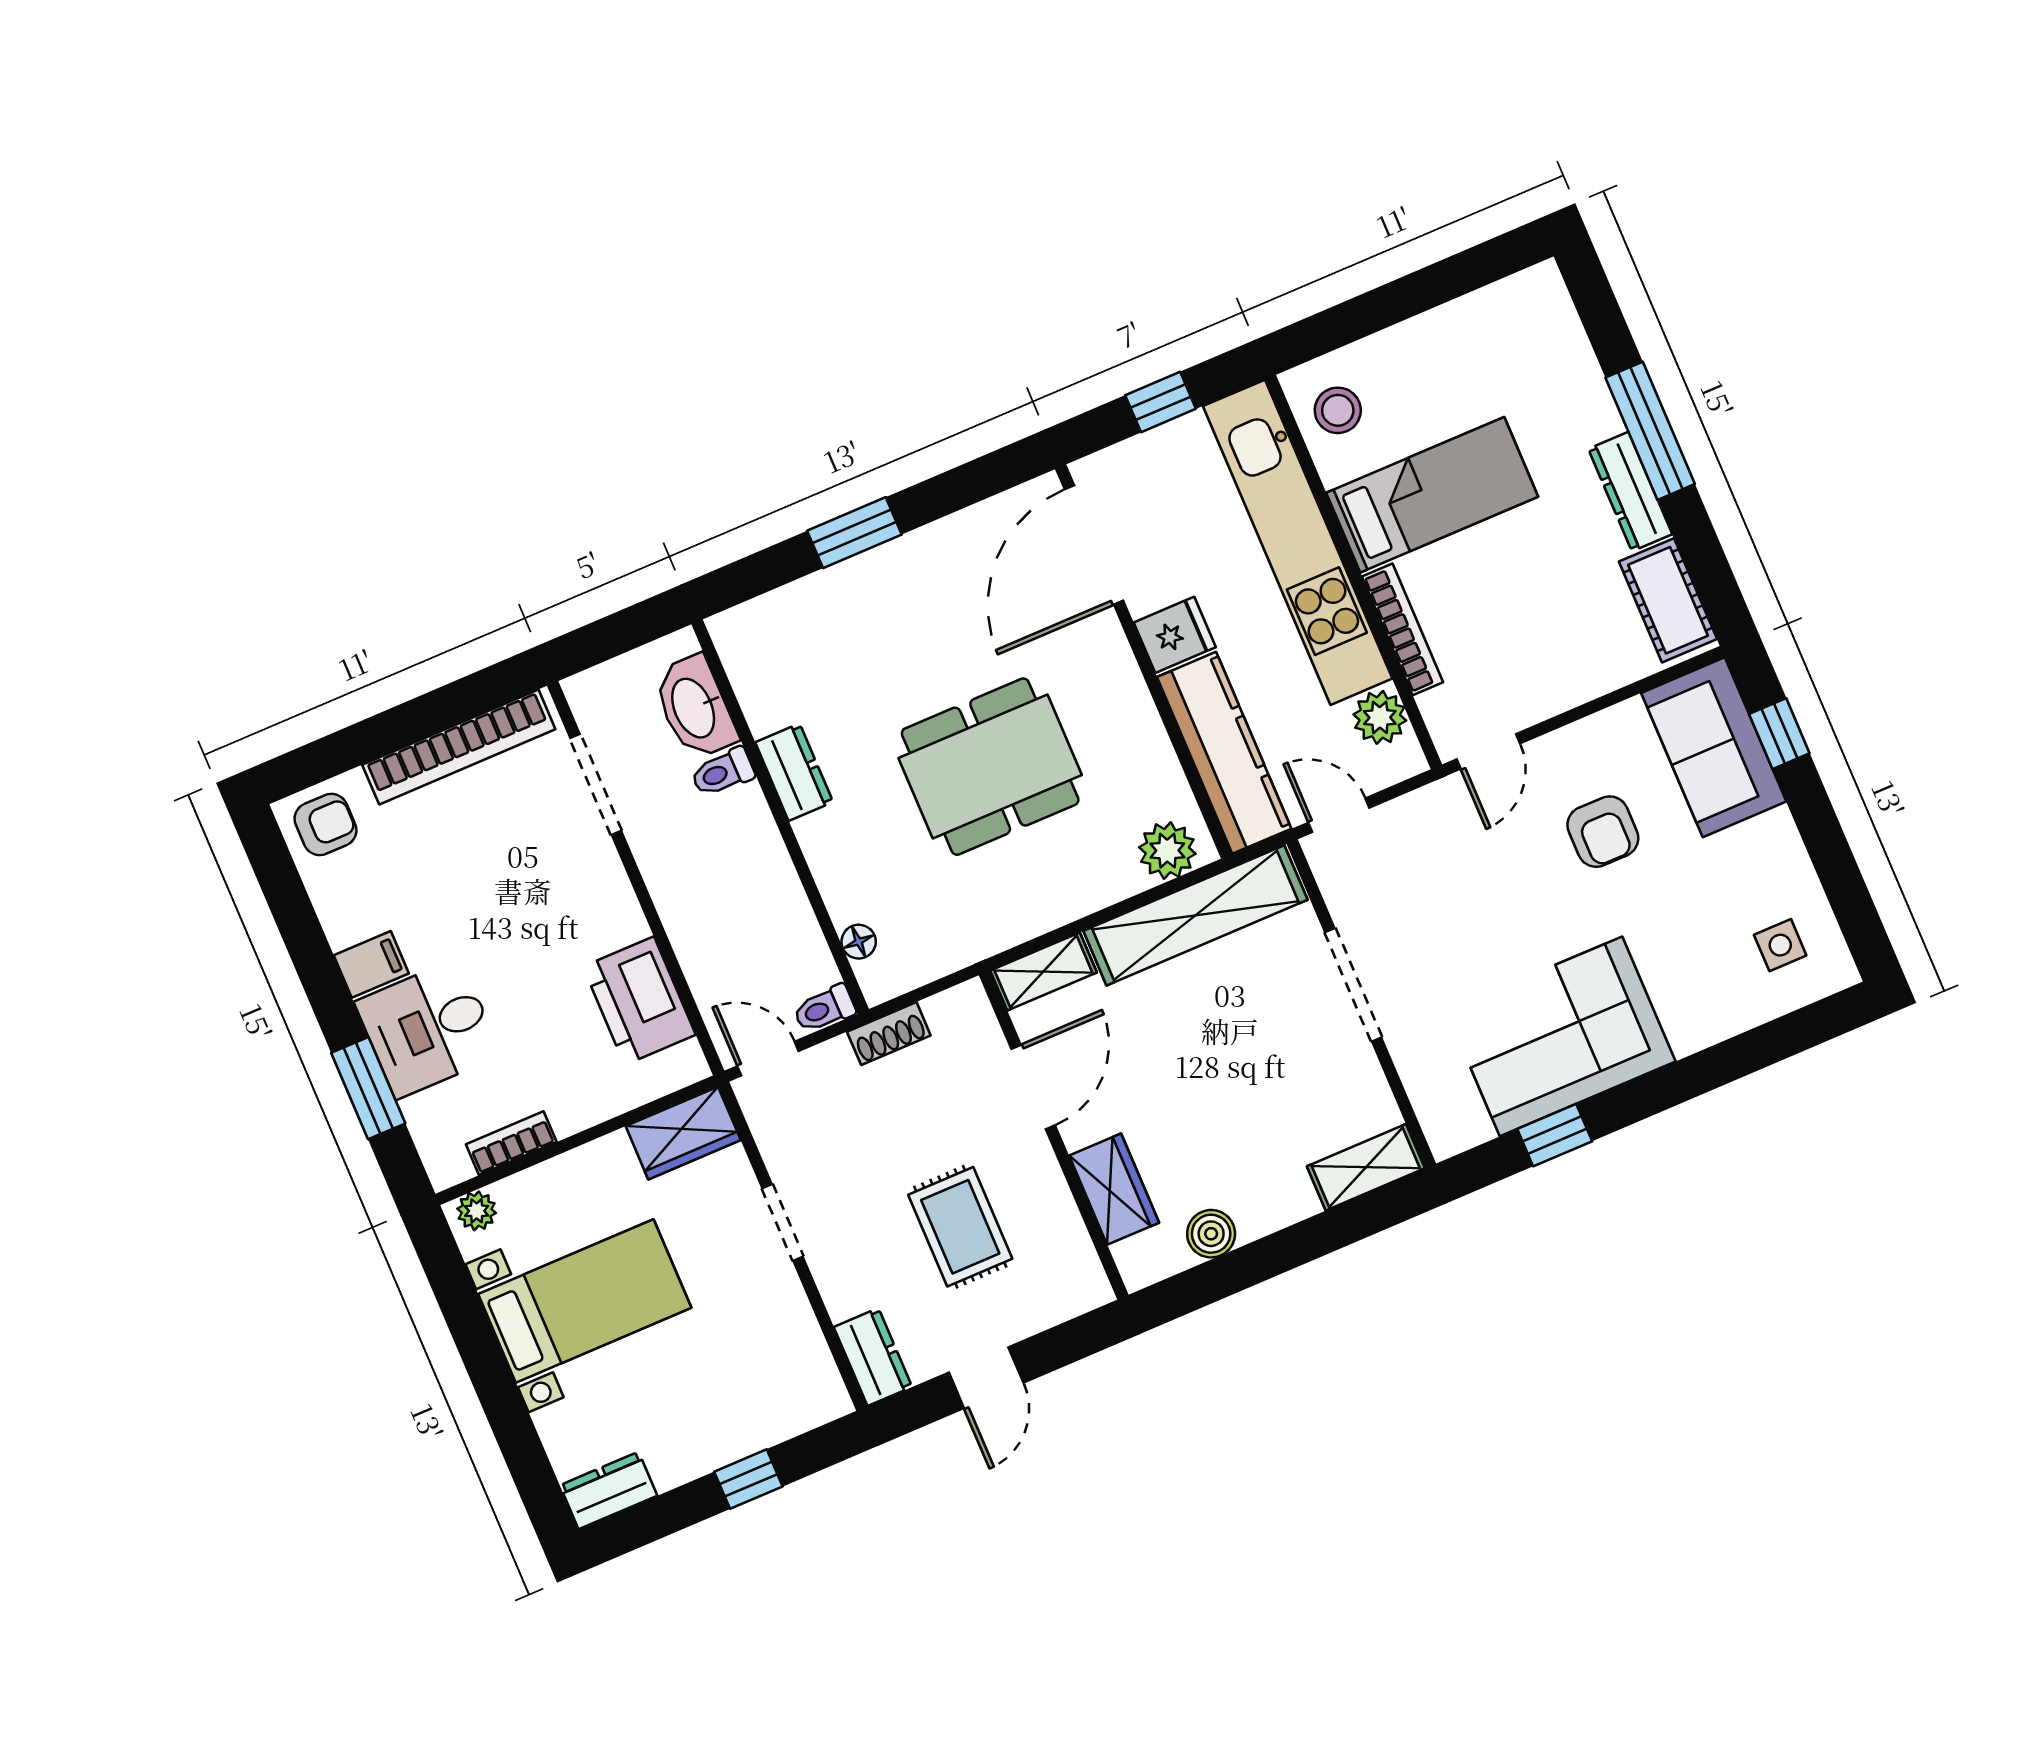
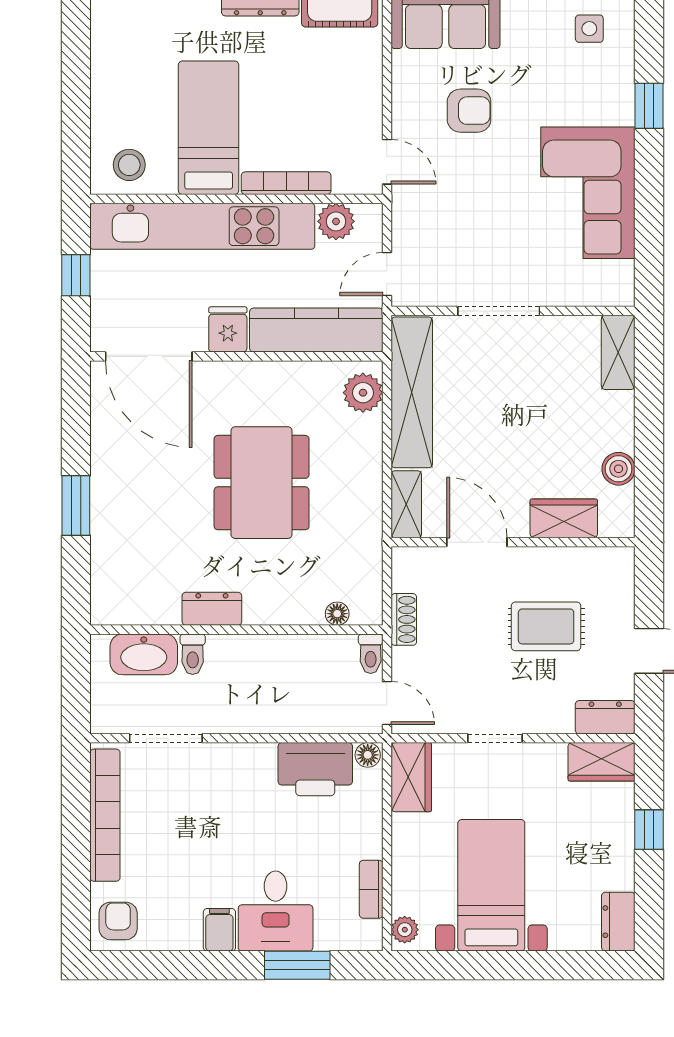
door: (768, 1059) -> (387, 703), swing flipped
floor lamp: (688, 1062) -> (368, 755), added
window: (1555, 1135) -> (649, 106), moved
wardrobe: (812, 1377) -> (602, 762), added

